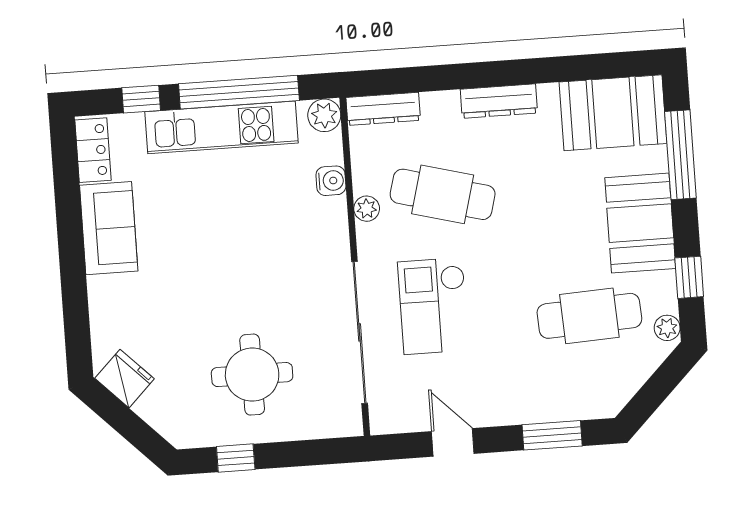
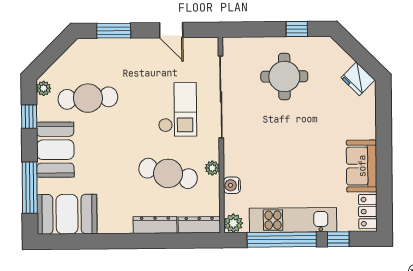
dresser: (499, 101) -> (155, 225), moved

